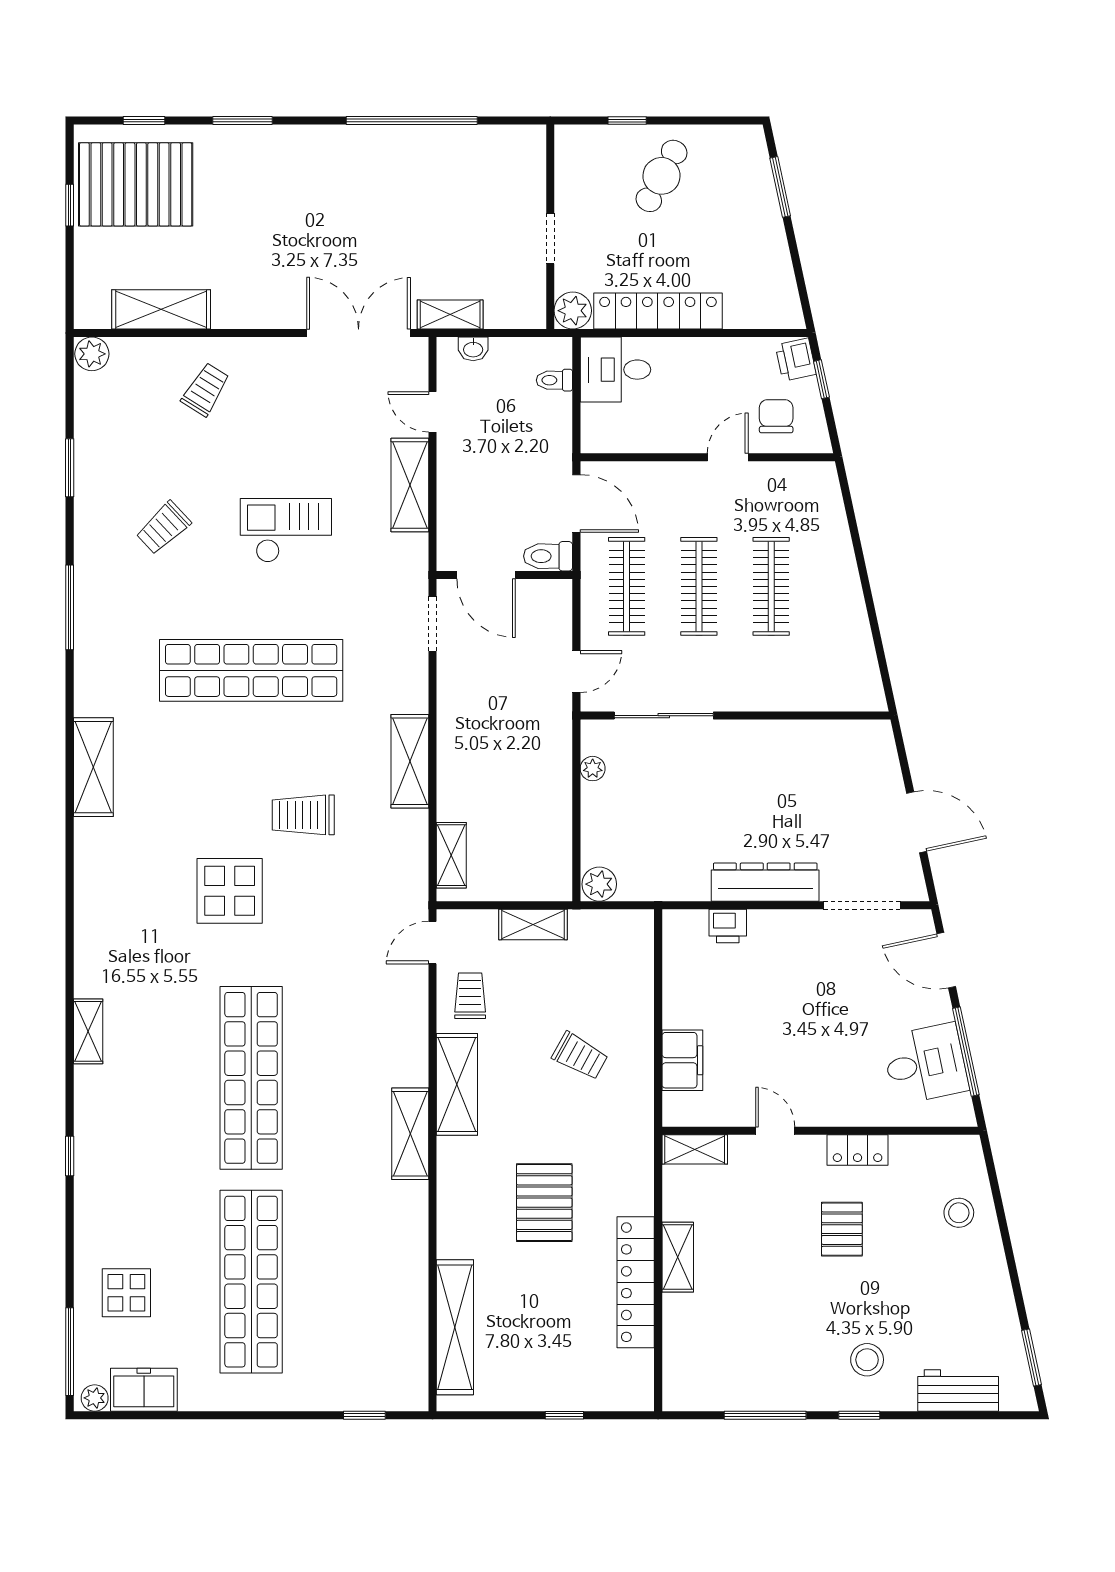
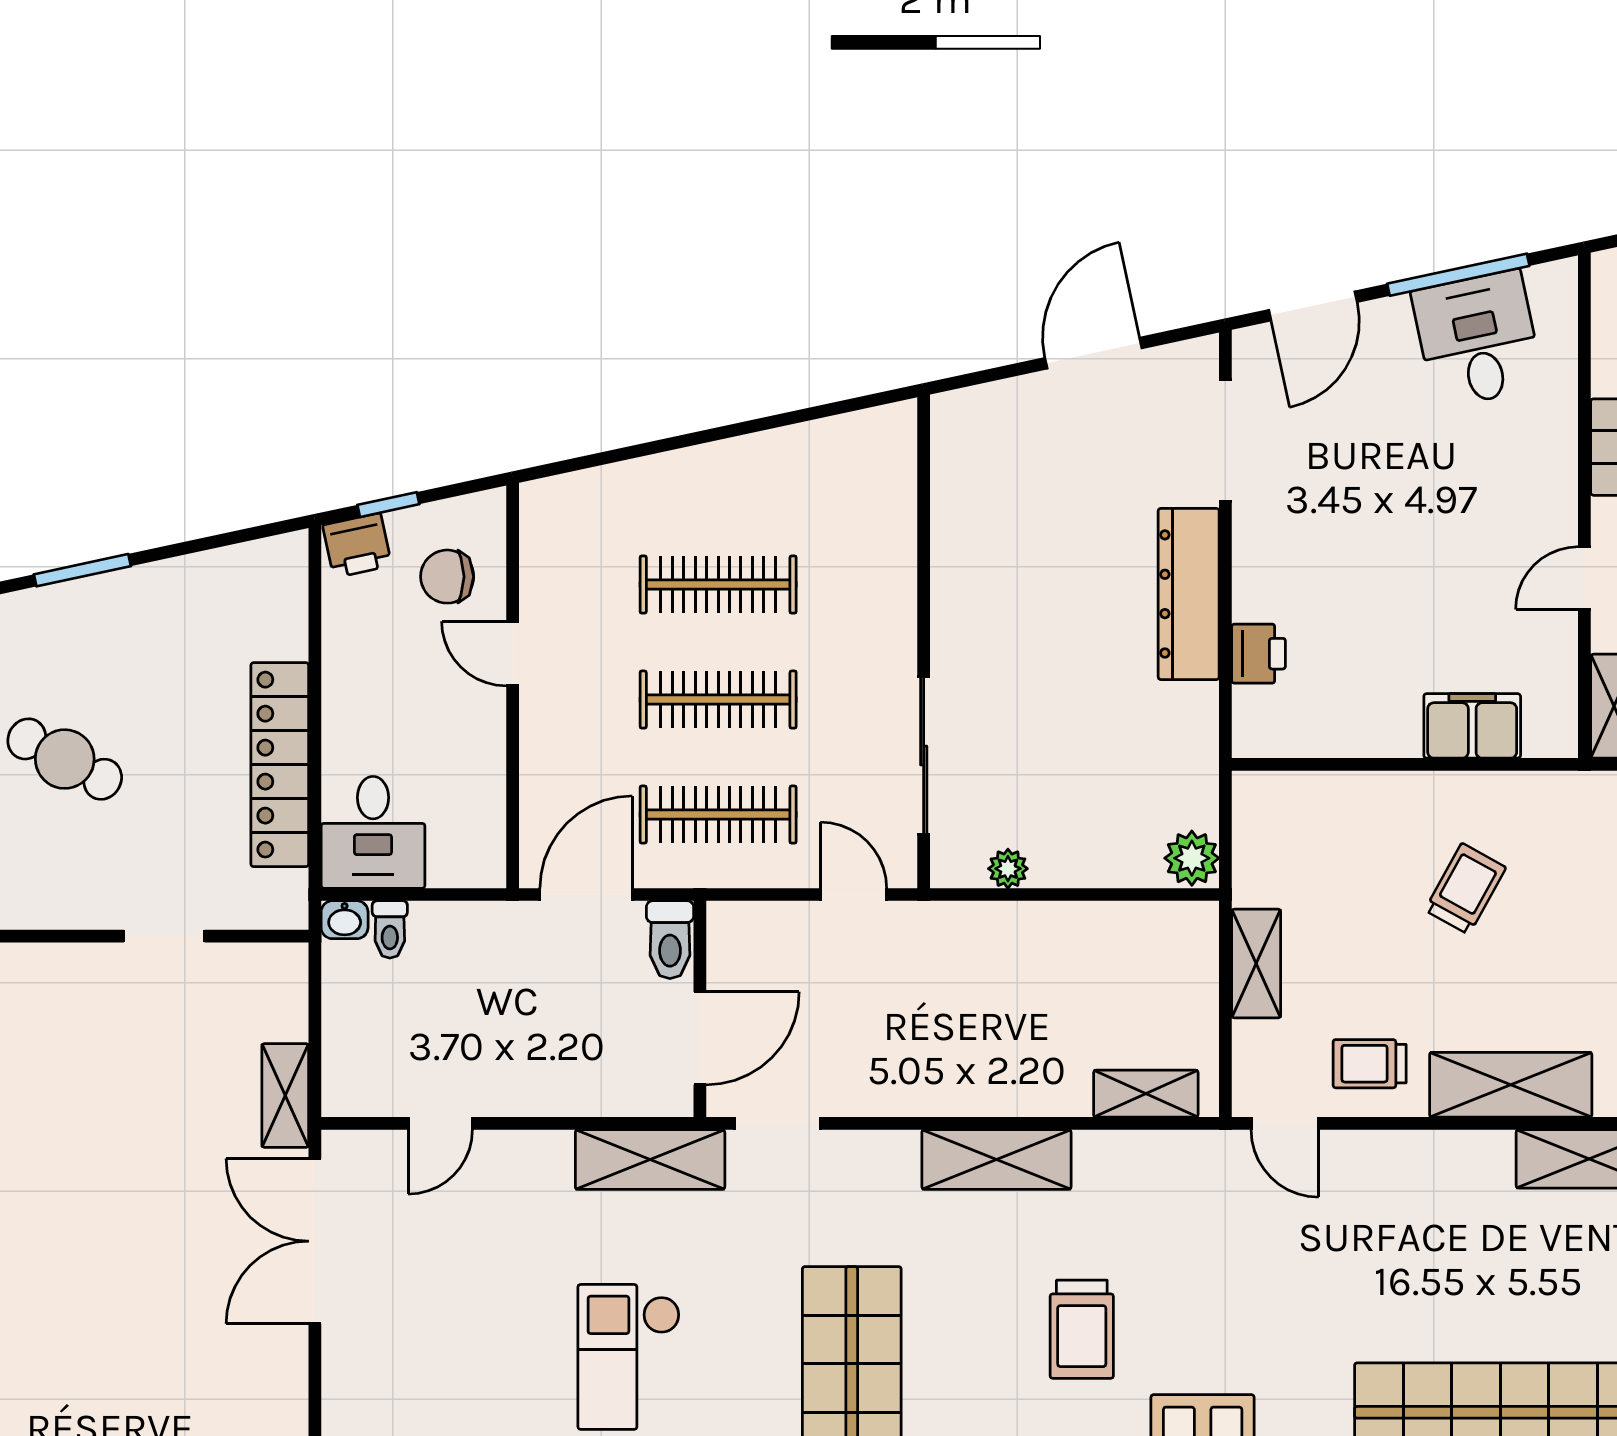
plant: (573, 311) -> (279, 900), removed
washbasin: (473, 349) -> (345, 920), moved, turned 90
shelving: (410, 485) -> (650, 1160), moved

